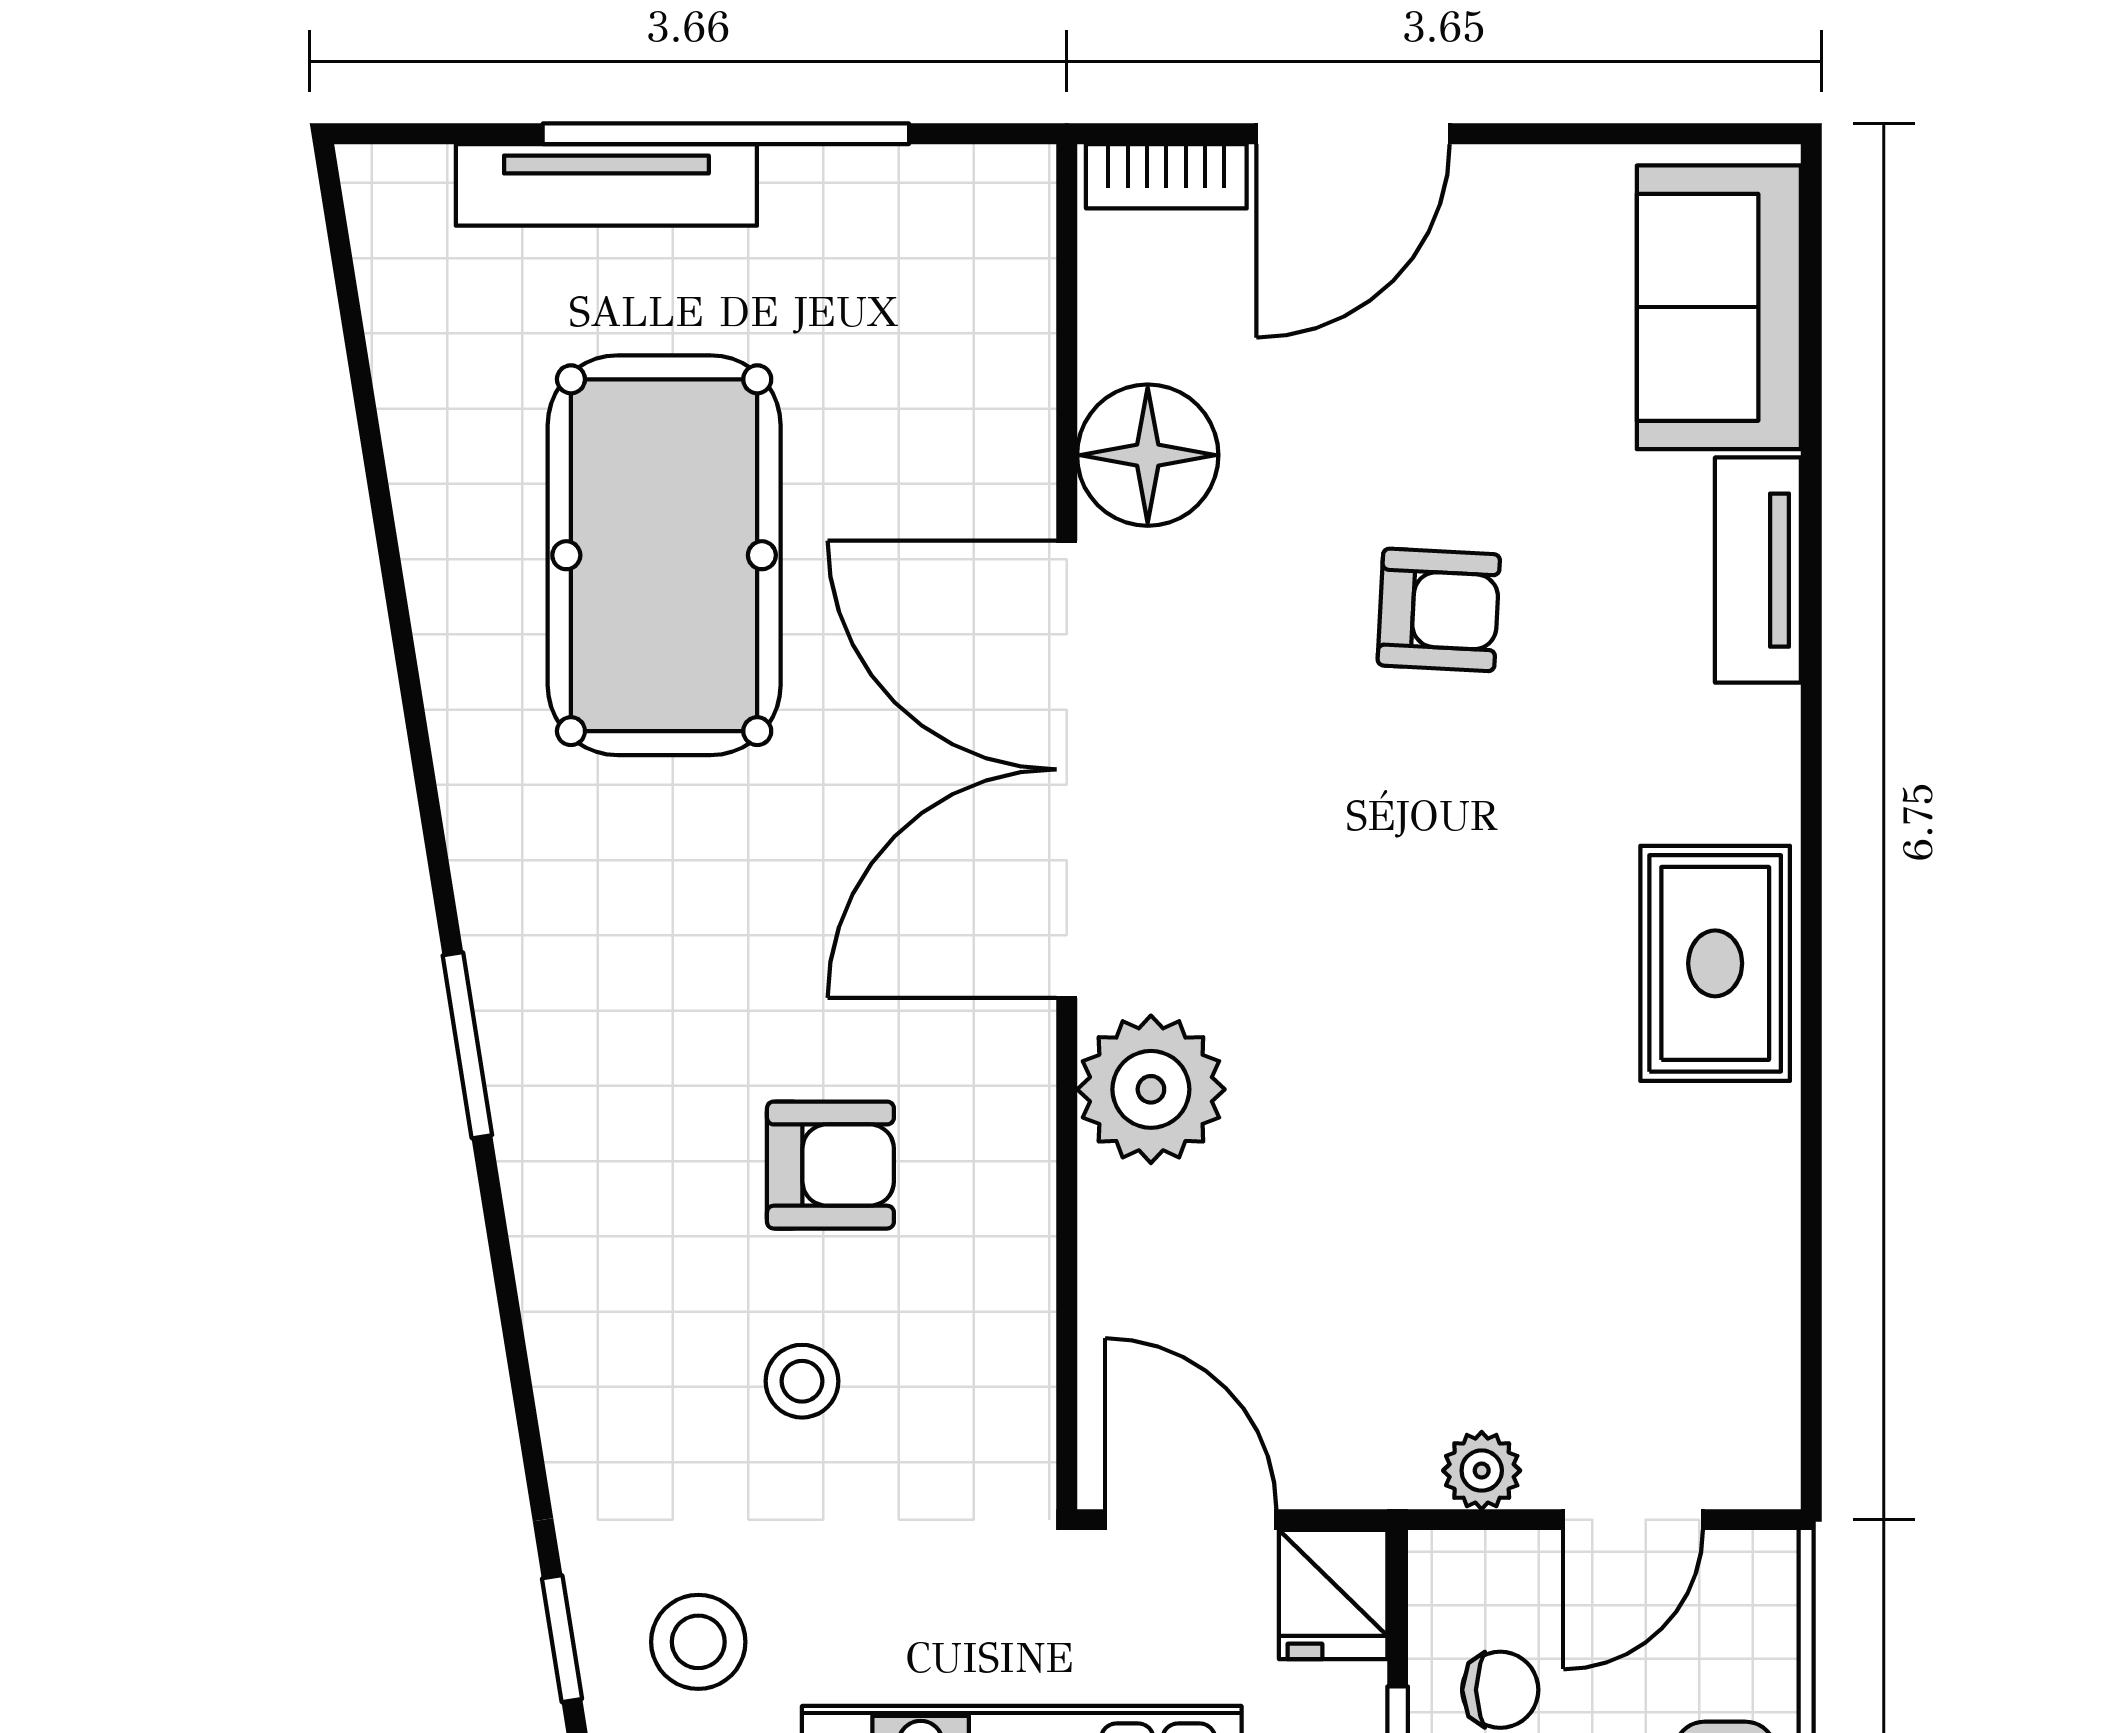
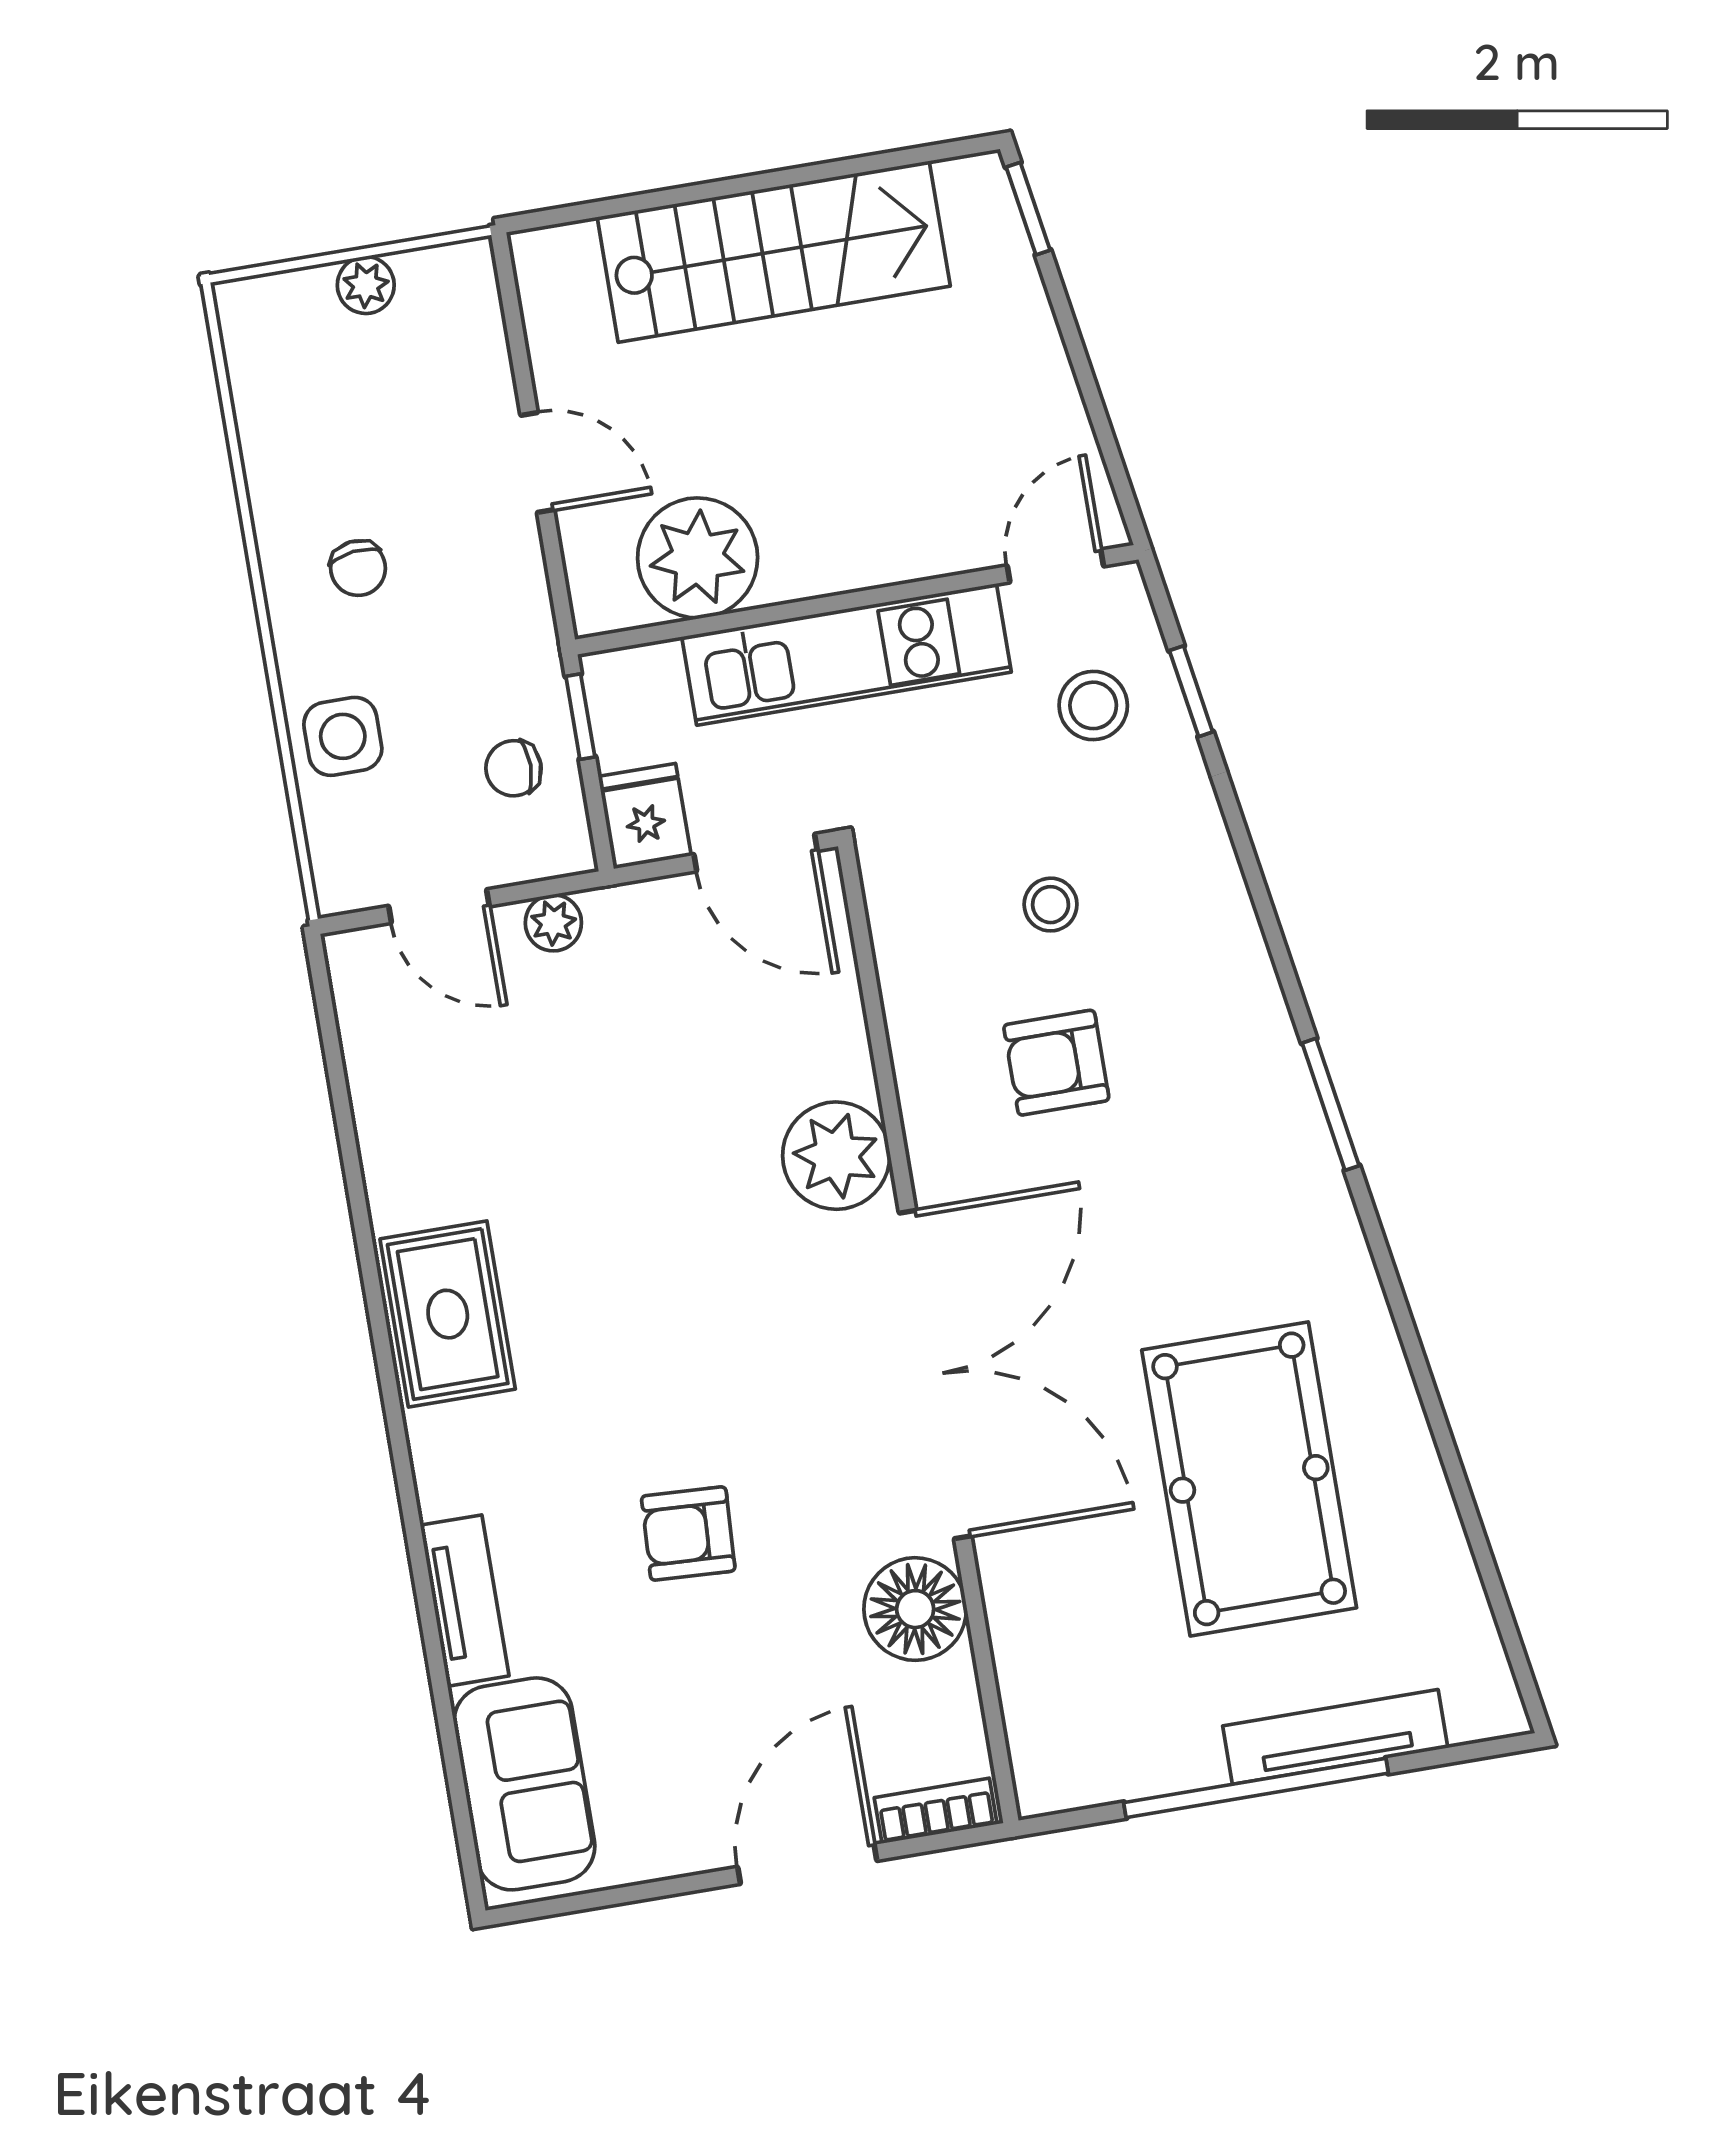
door: (1633, 1520) -> (439, 906), swing flipped

